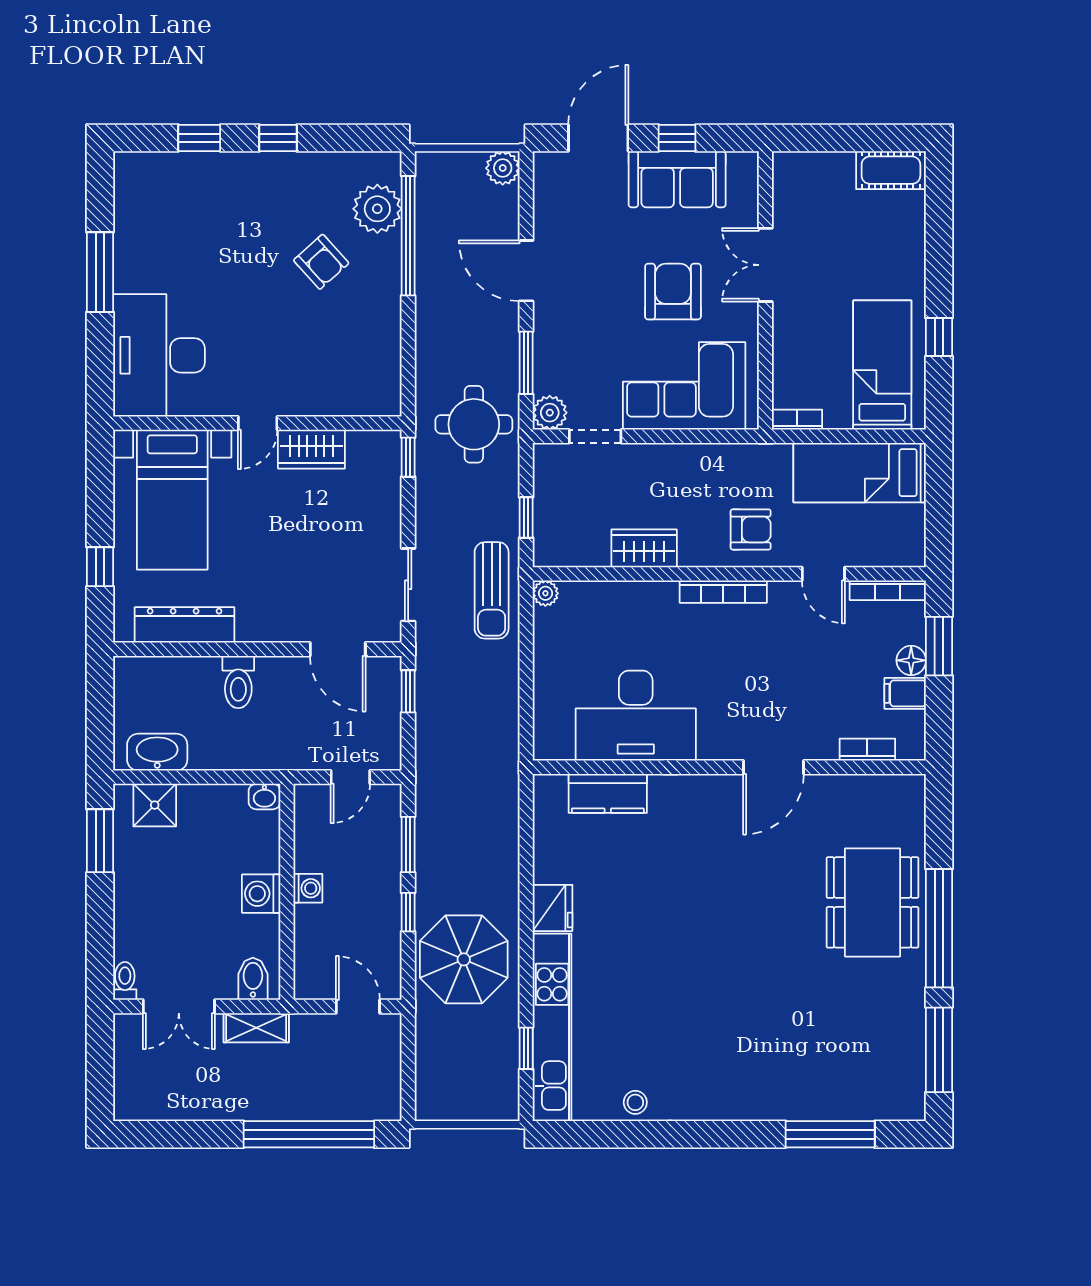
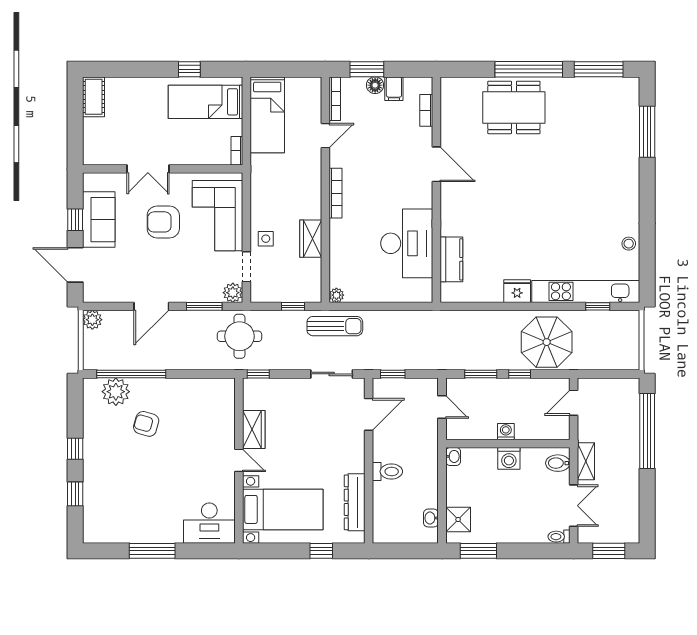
armchair: (321, 262) -> (146, 424), turned -122
desk: (159, 355) -> (209, 523), width x0.73, depth x0.77
side table: (644, 470) -> (266, 239), added
armchair: (751, 529) -> (300, 177), removed
washbasin: (157, 752) -> (431, 518), width x0.52, depth x0.69
window: (100, 1068) -> (609, 551), added

